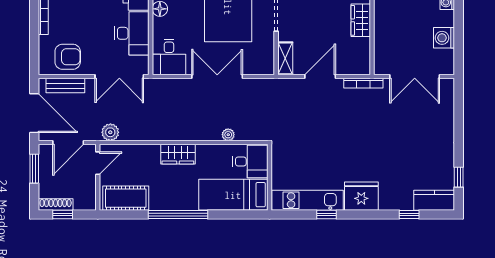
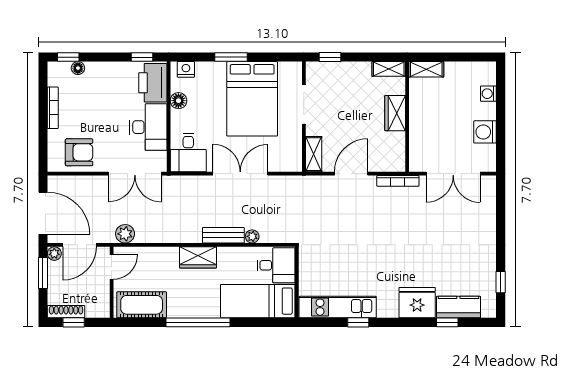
bench: (65, 86) -> (223, 235), moved
plant: (45, 151) -> (54, 254), added
fridge: (361, 196) -> (417, 303), moved
kitchen counter: (434, 200) -> (458, 307), moved

